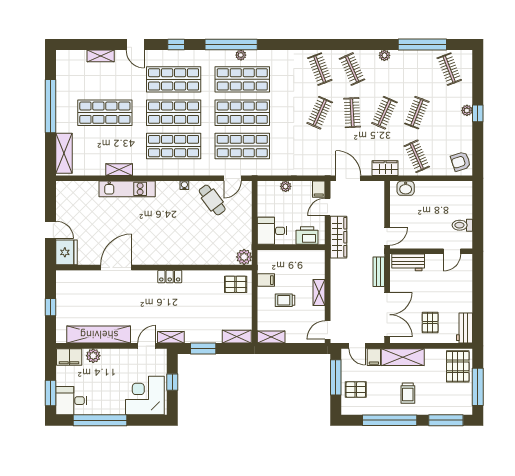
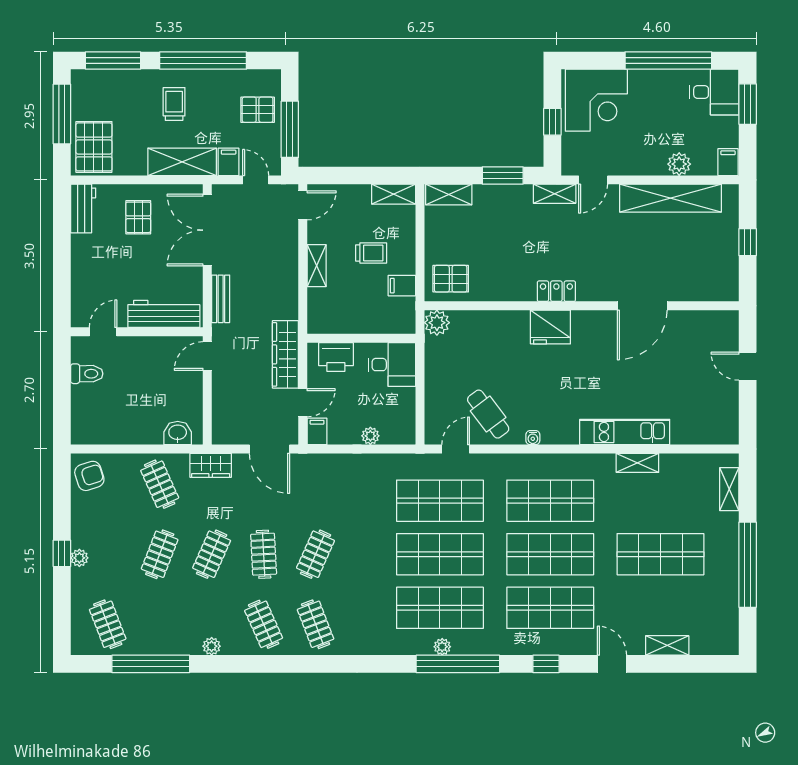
shelving: (64, 153) -> (729, 489), width x0.67, depth x0.75
fridge: (67, 252) -> (550, 327), moved, turned -90
workbench: (408, 262) -> (164, 314), width x1.38
filing cabinet: (69, 357) -> (728, 162), width x0.50

